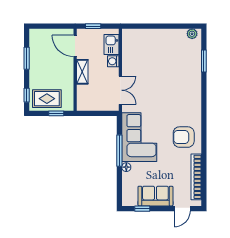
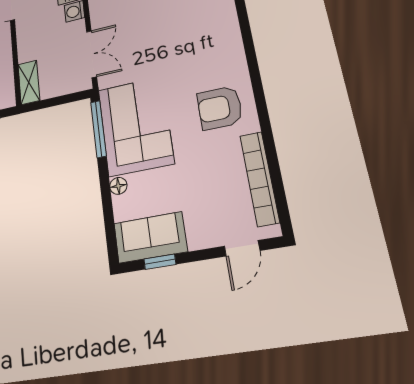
shelving: (82, 72) -> (29, 82), moved
window: (119, 151) -> (98, 129), moved
sofa: (155, 196) -> (150, 237), moved

